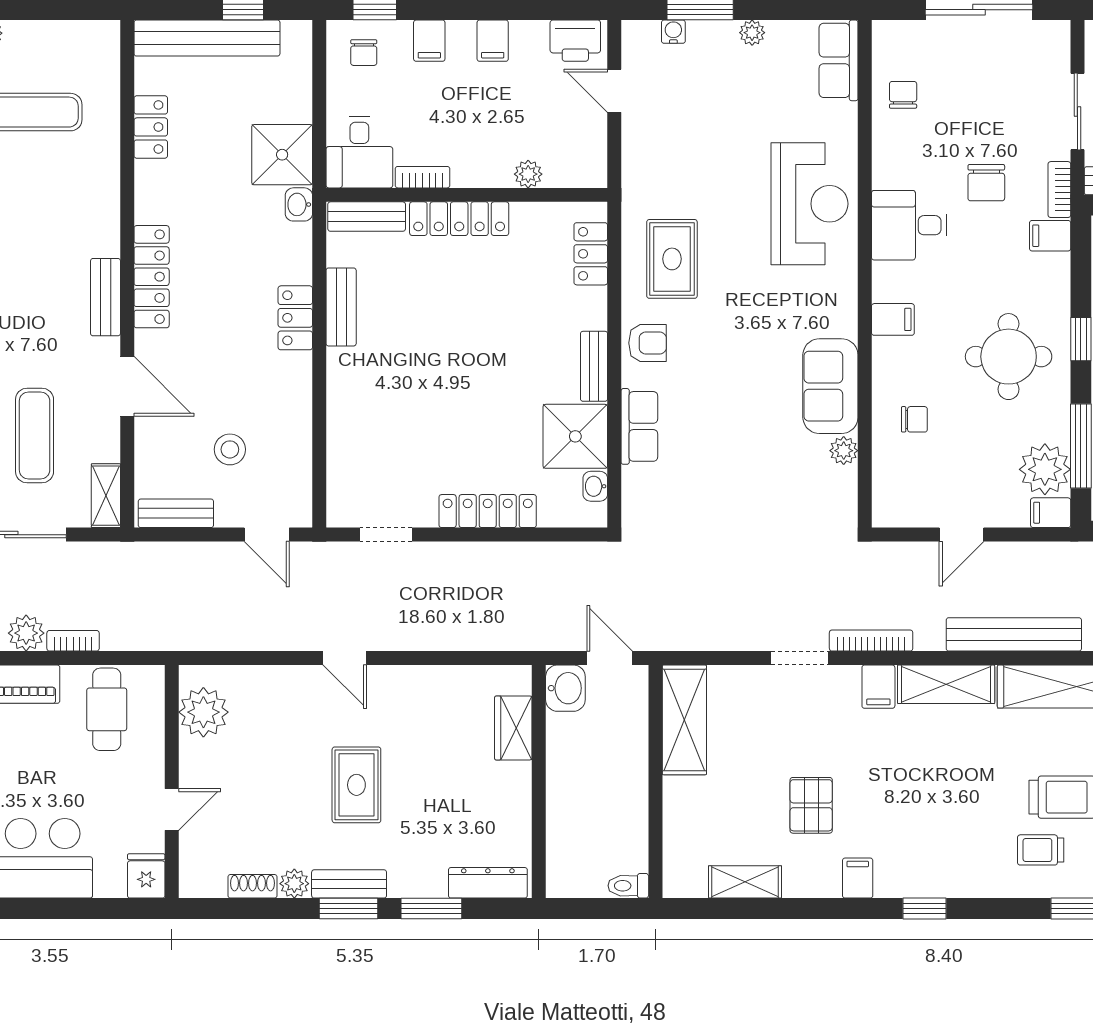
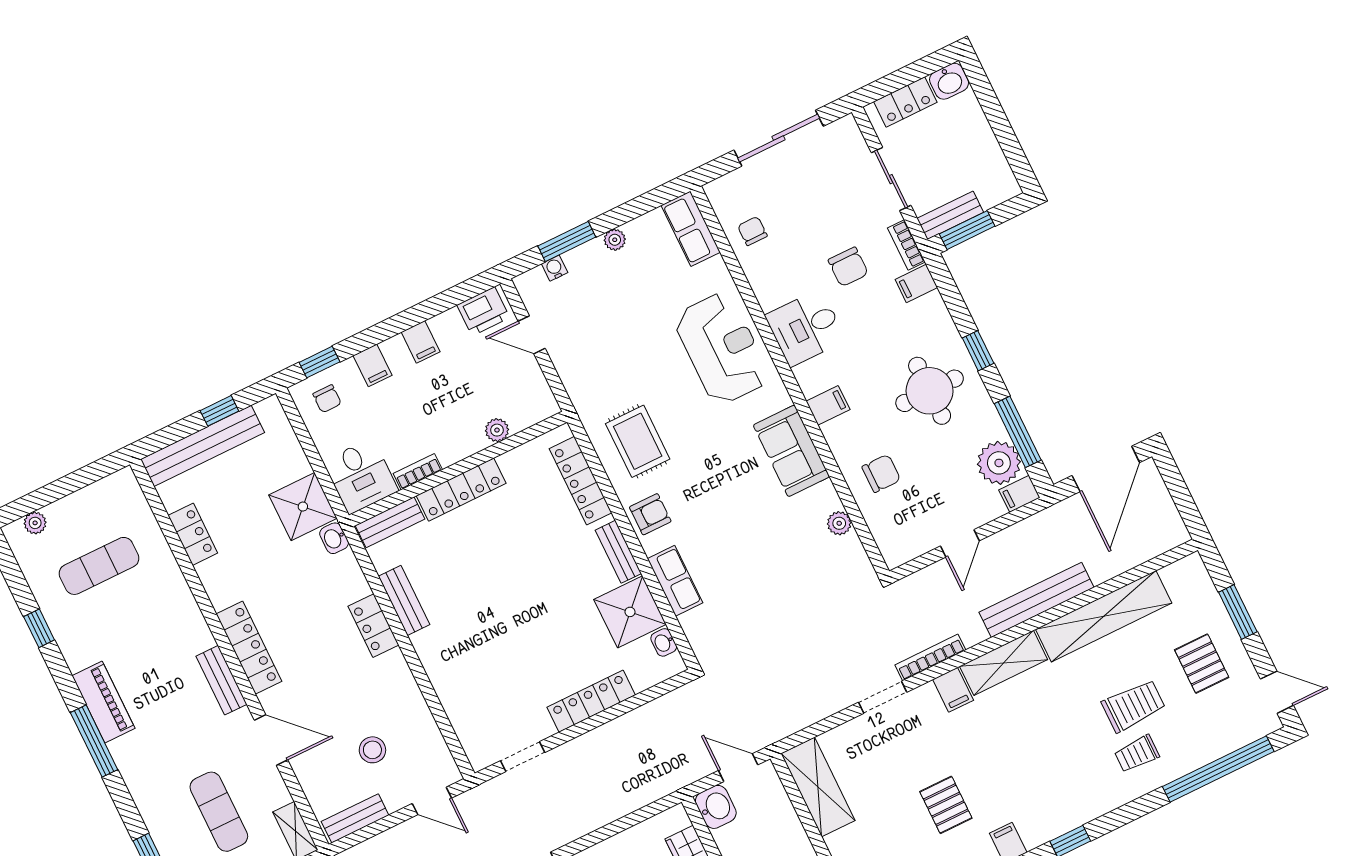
locker: (591, 254) -> (581, 481), width x1.53
sofa: (830, 386) -> (791, 451), moved
chair: (914, 419) -> (881, 473), width x1.37, depth x1.37

